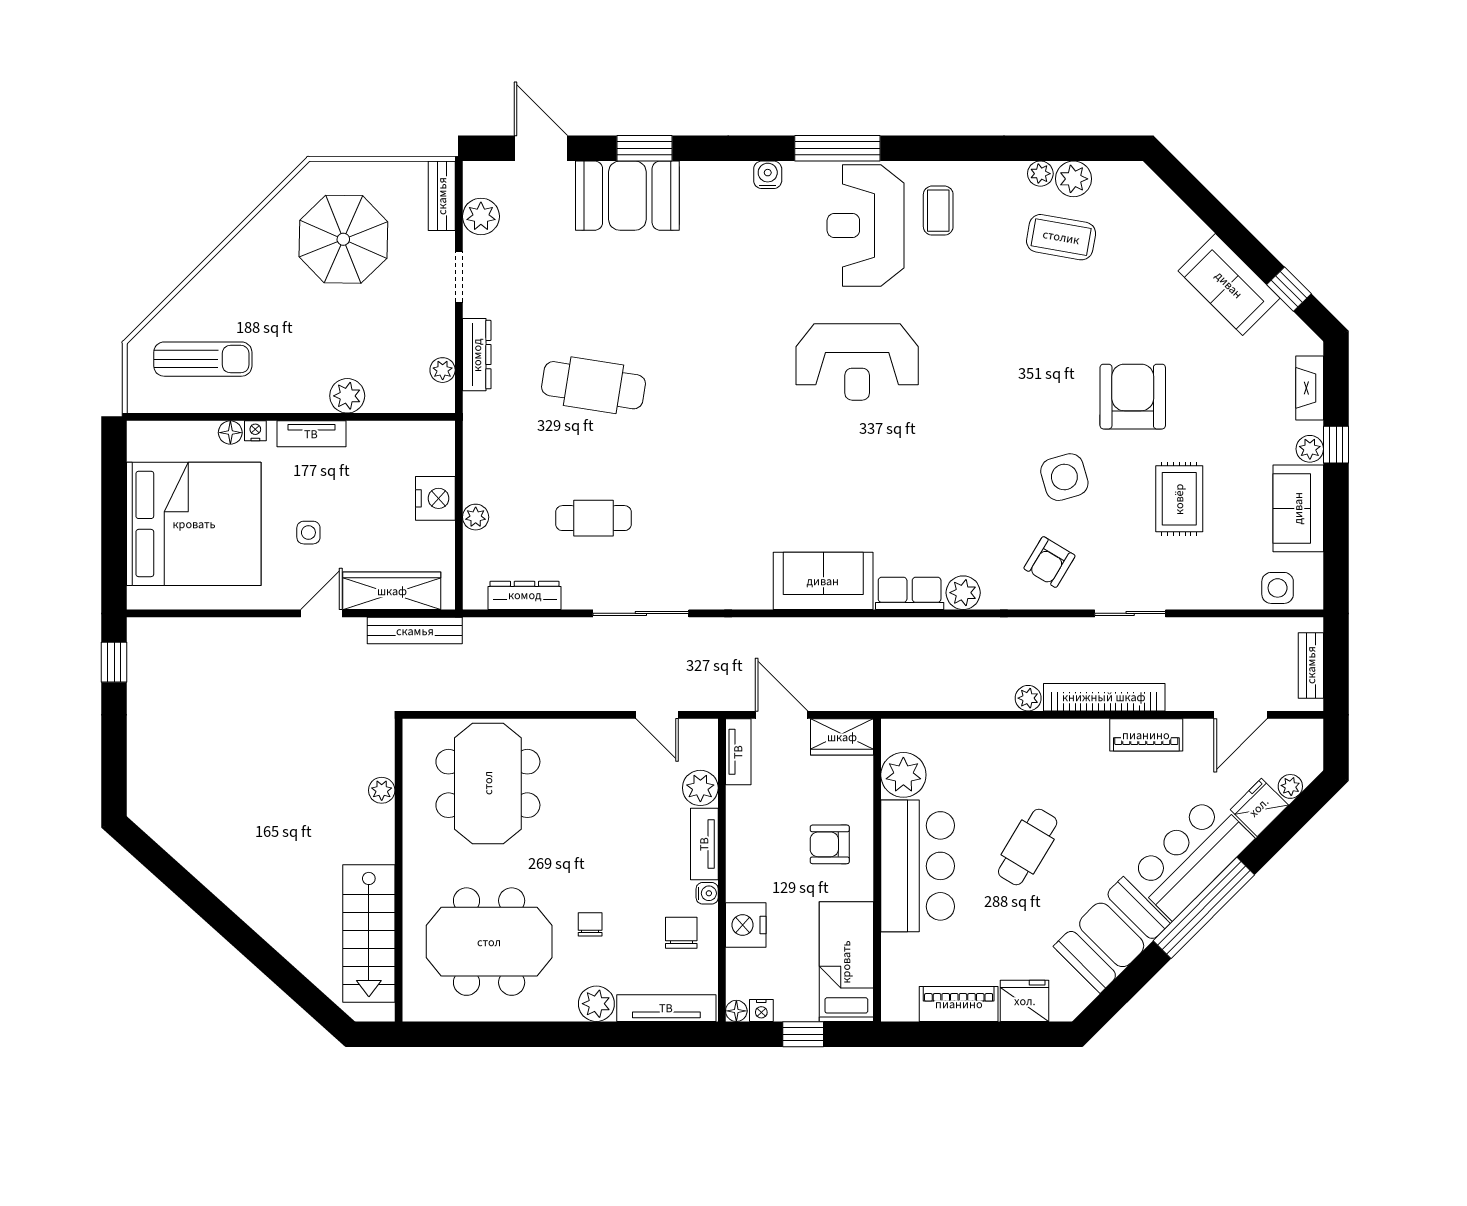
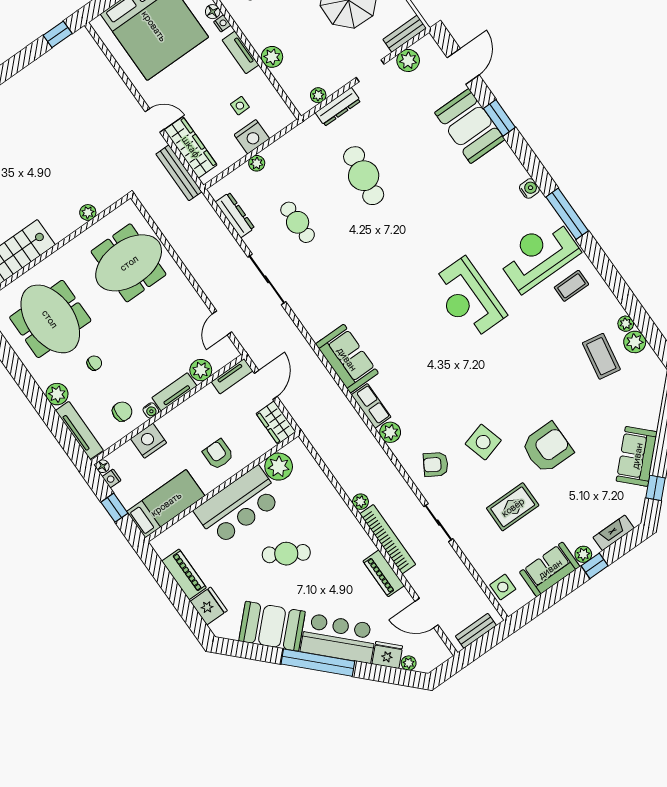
side table: (308, 533) -> (240, 106), moved

